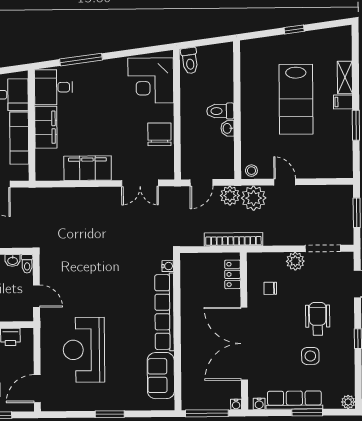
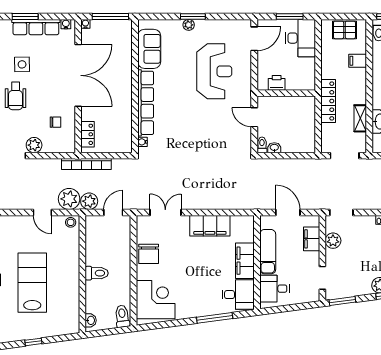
washbasin: (228, 128) -> (91, 320), moved
plant: (115, 404) -> (189, 25), added

